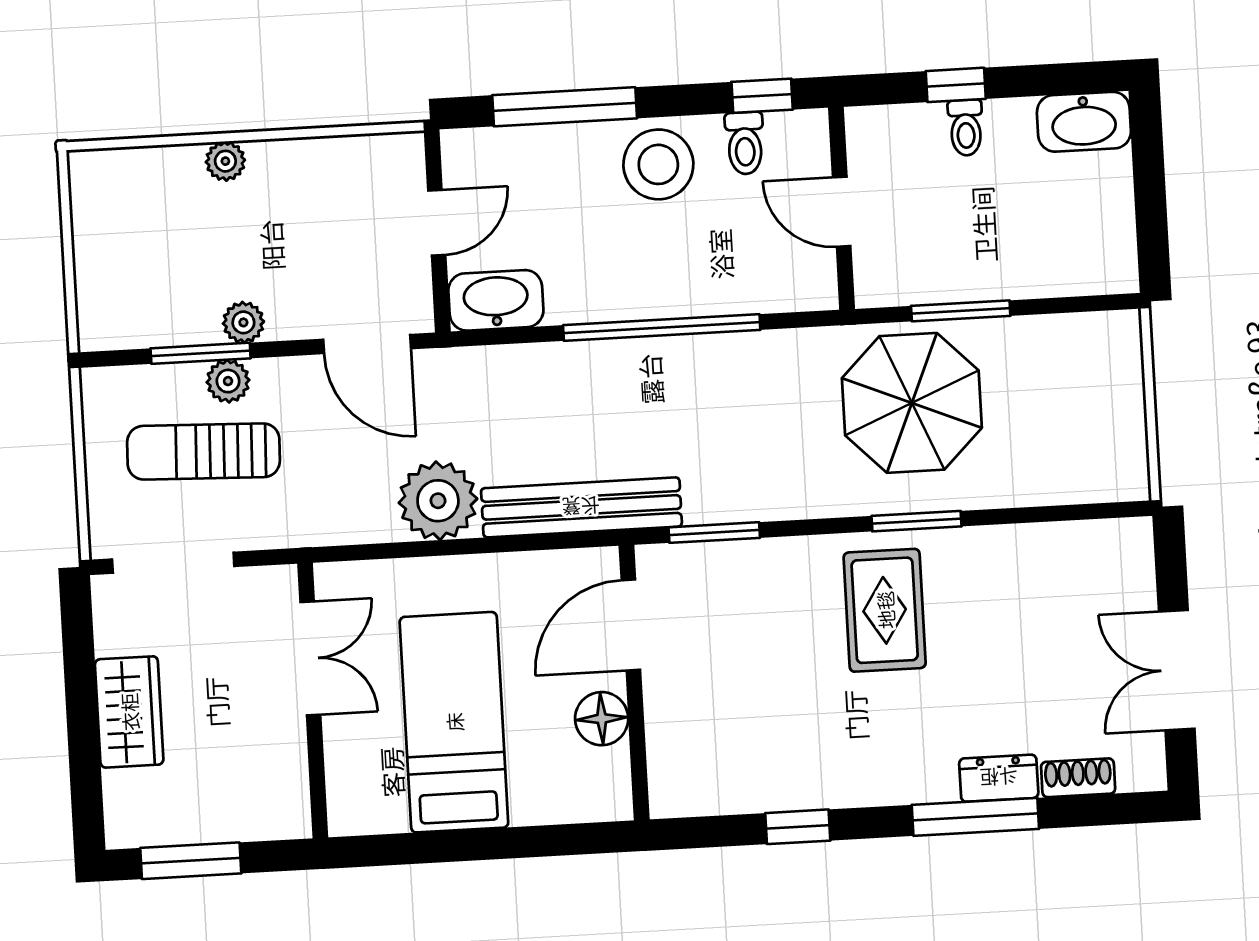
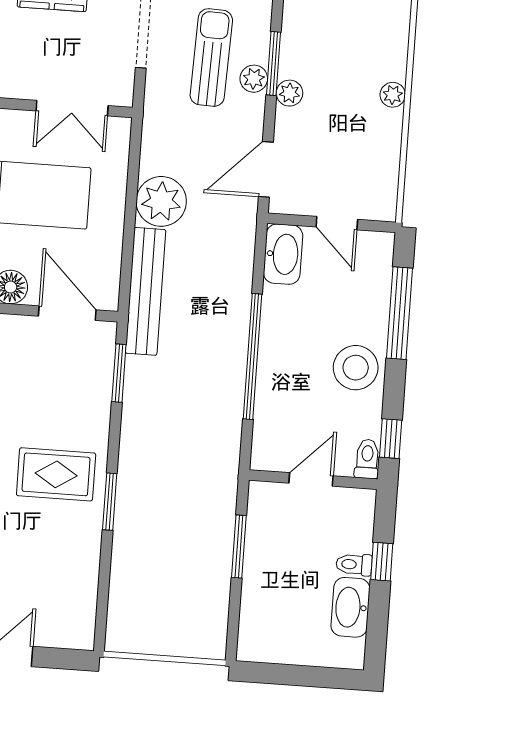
washbasin: (1084, 122) -> (350, 607), moved
toilet: (745, 143) -> (367, 459), moved, turned 90
parasol: (912, 403) -> (185, 508), removed

